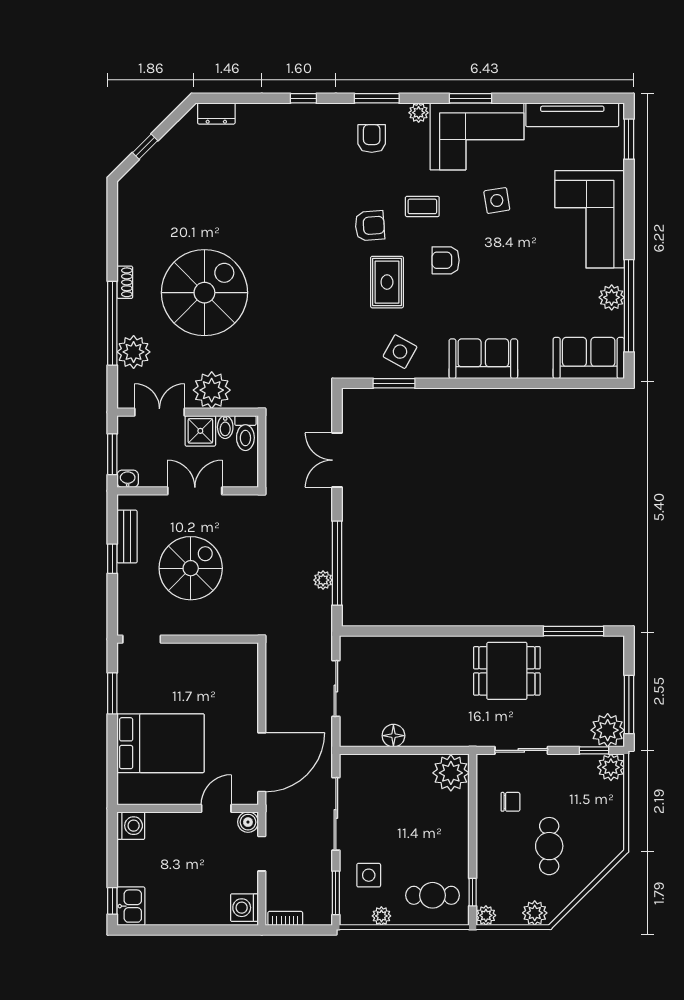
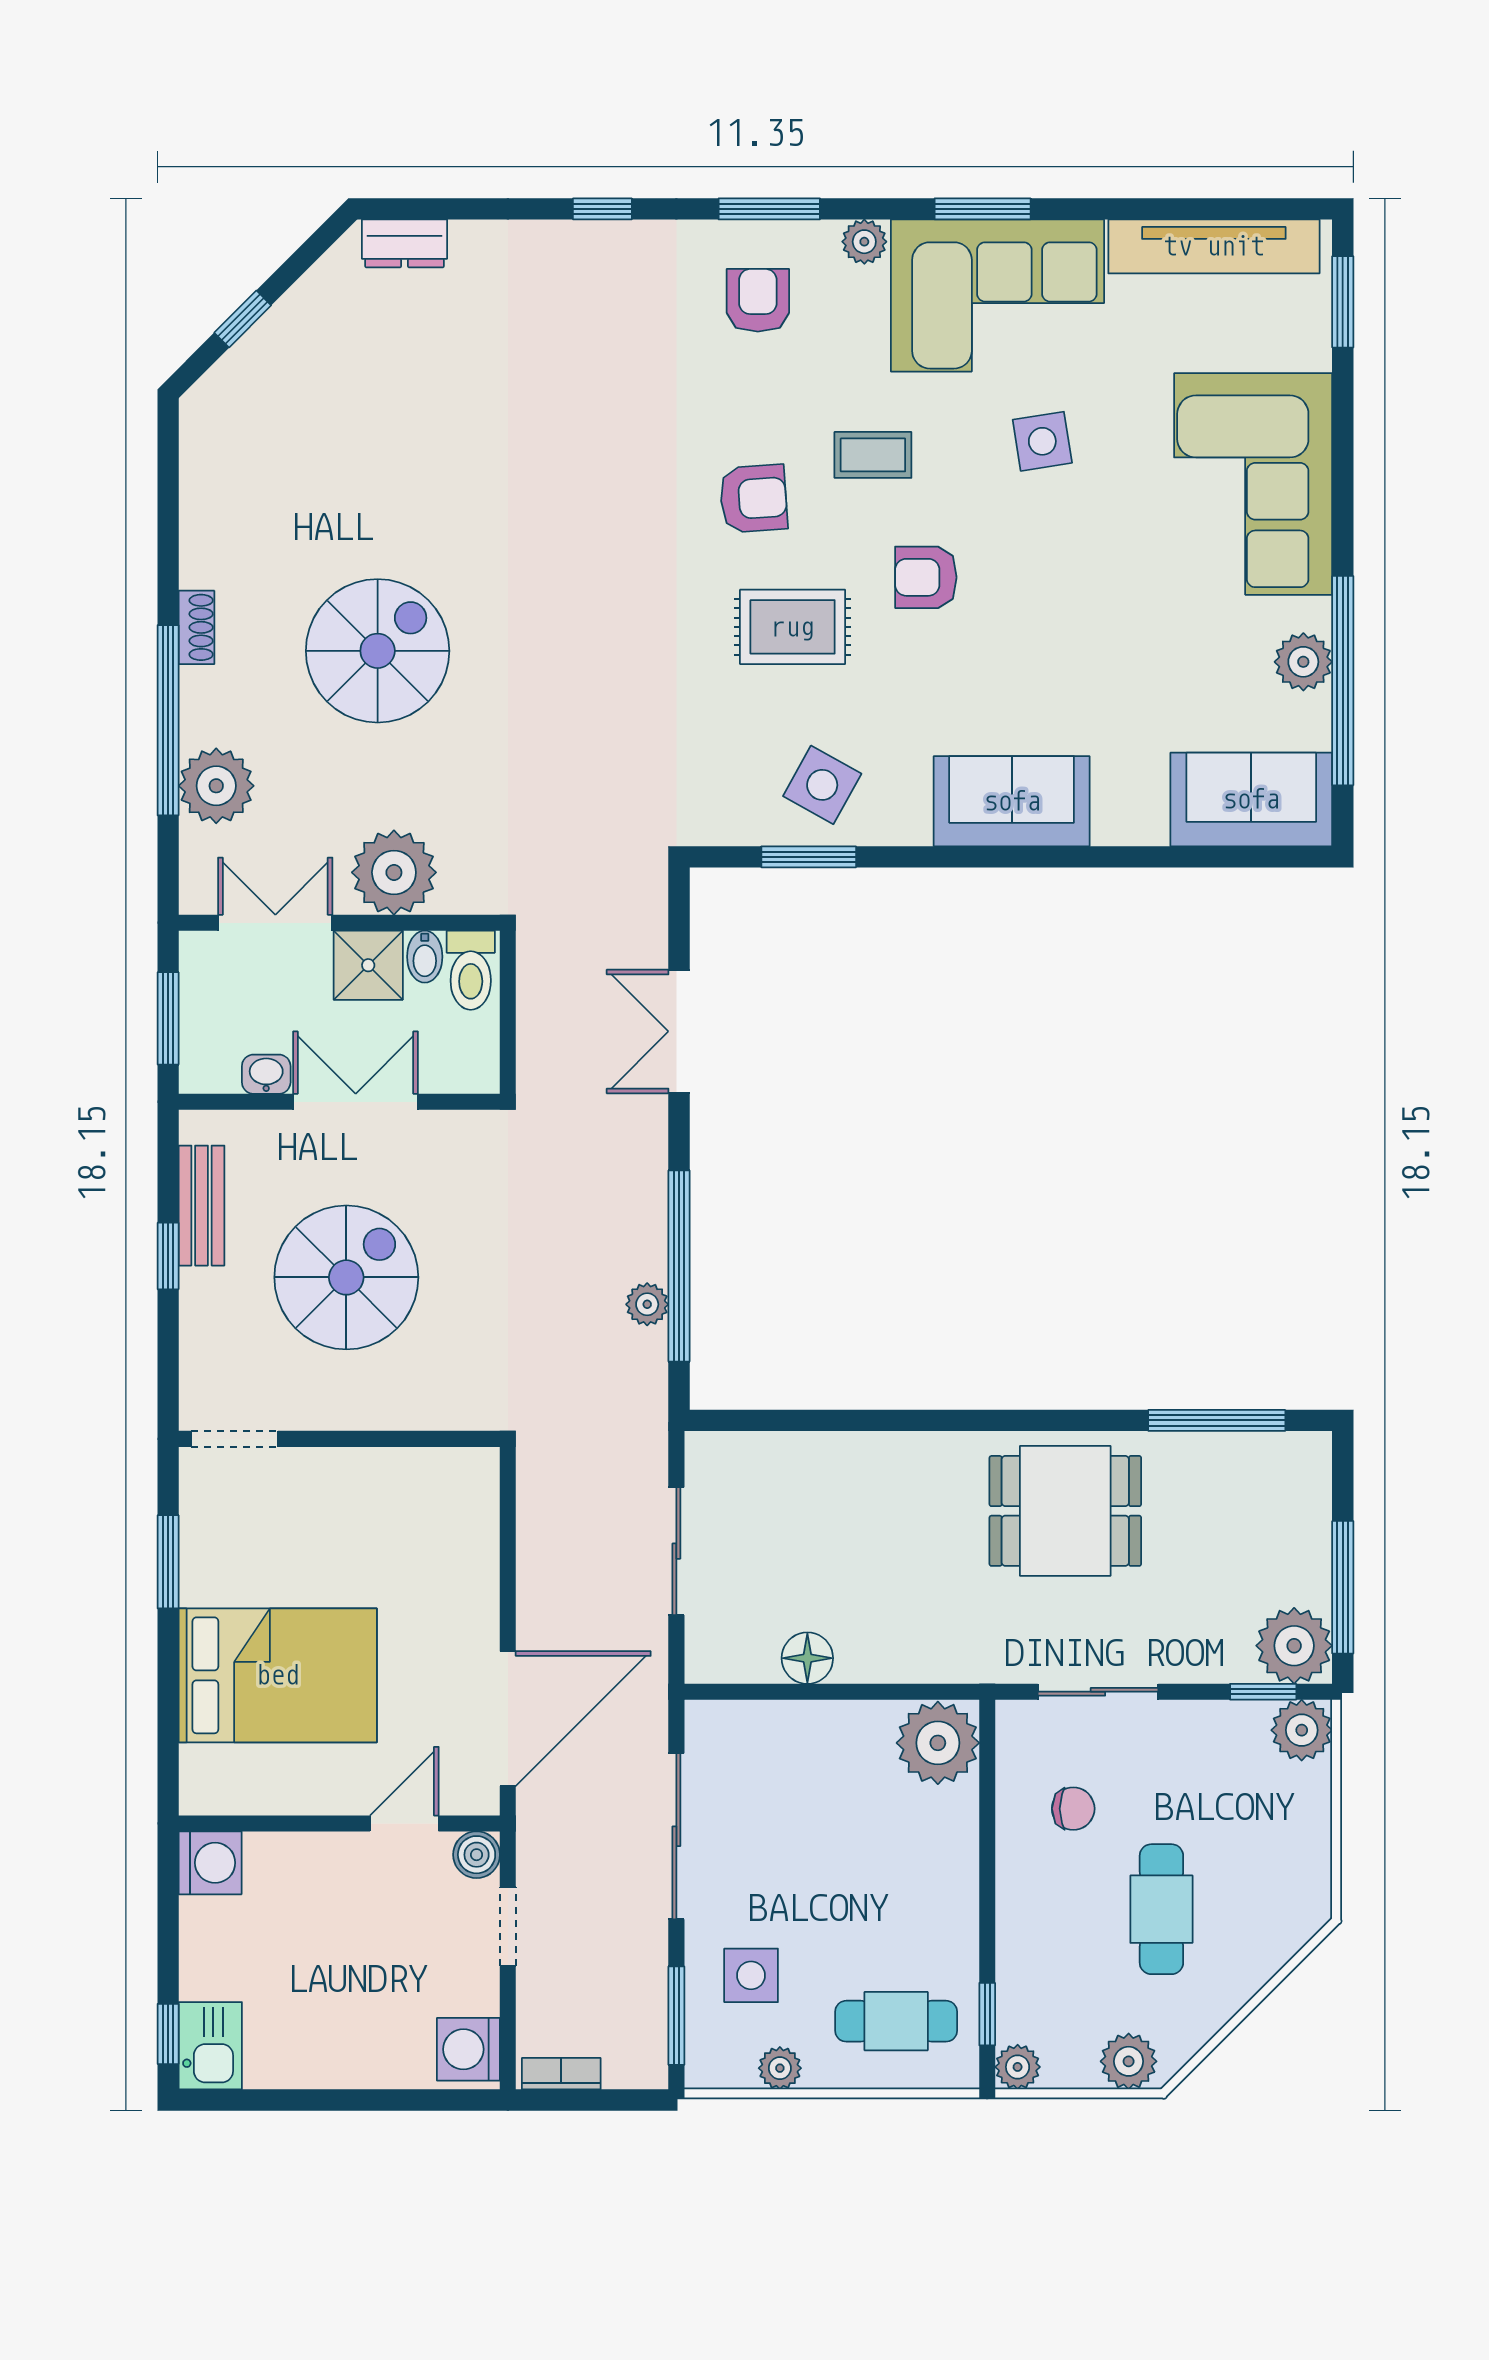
rug: (387, 282) -> (793, 627), turned 90
spiral stairs: (204, 293) -> (378, 651), width x0.73, depth x0.73
washbasin: (128, 479) -> (266, 1074), moved

